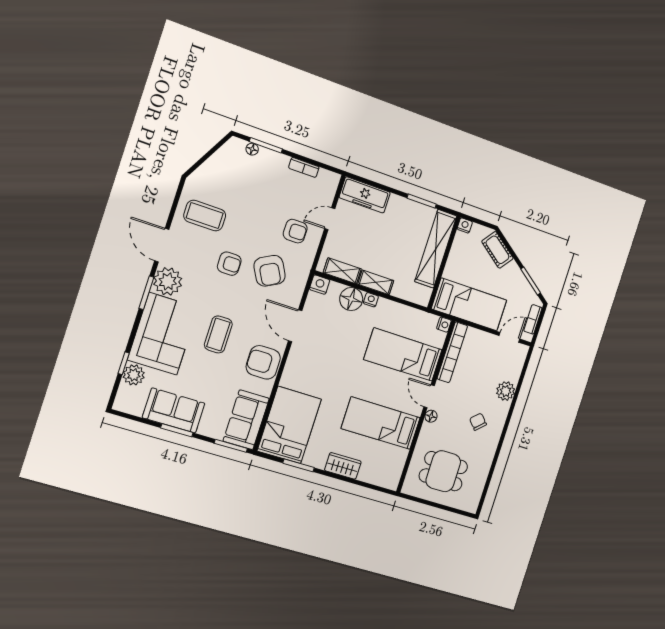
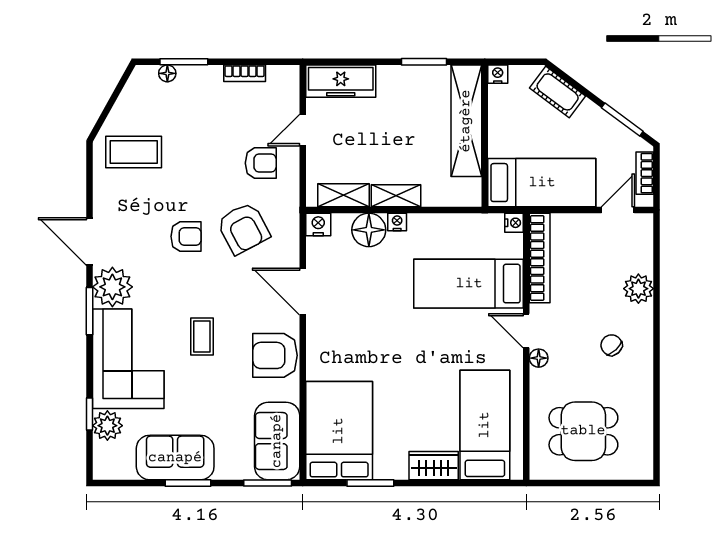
coffee table: (205, 216) -> (134, 152), moved
coffee table: (218, 334) -> (202, 337), width x0.73, depth x0.77
bed: (381, 423) -> (485, 425), moved, turned 90

